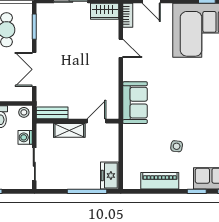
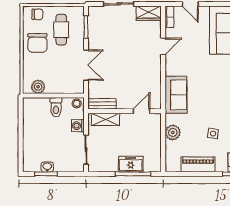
door: (121, 48) -> (163, 46), hinge flipped
double door: (34, 69) -> (86, 65), swing flipped
shelving: (69, 130) -> (105, 119), moved
plant: (132, 145) -> (173, 132), added
freezer: (110, 176) -> (131, 164), moved, turned 90

